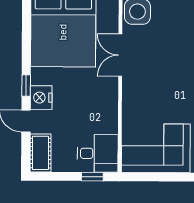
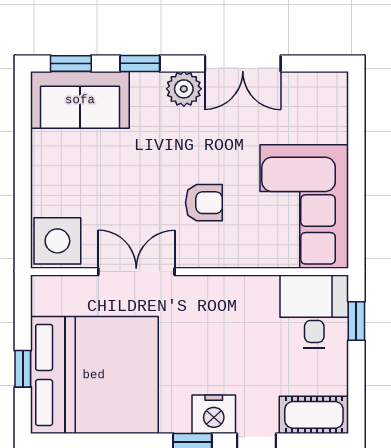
double door: (120, 55) -> (136, 272), swing flipped
armchair: (158, 93) -> (204, 203), added

